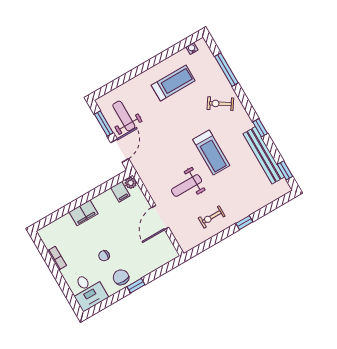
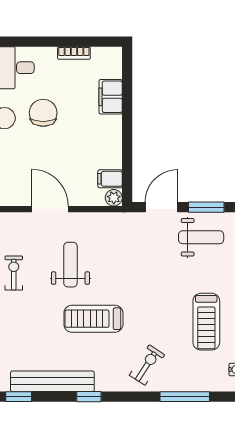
door: (120, 151) -> (161, 207), swing flipped
filing cabinet: (84, 213) -> (111, 97), moved
chair: (104, 256) -> (43, 113), width x1.87, depth x1.87

